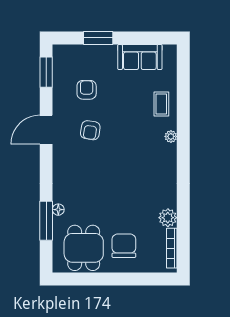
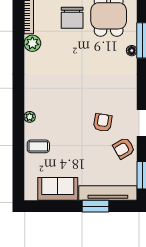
tv unit: (85, 52) -> (108, 193), added
armchair: (87, 90) -> (124, 148), moved, turned 60
coffee table: (161, 104) -> (38, 146), turned 90

